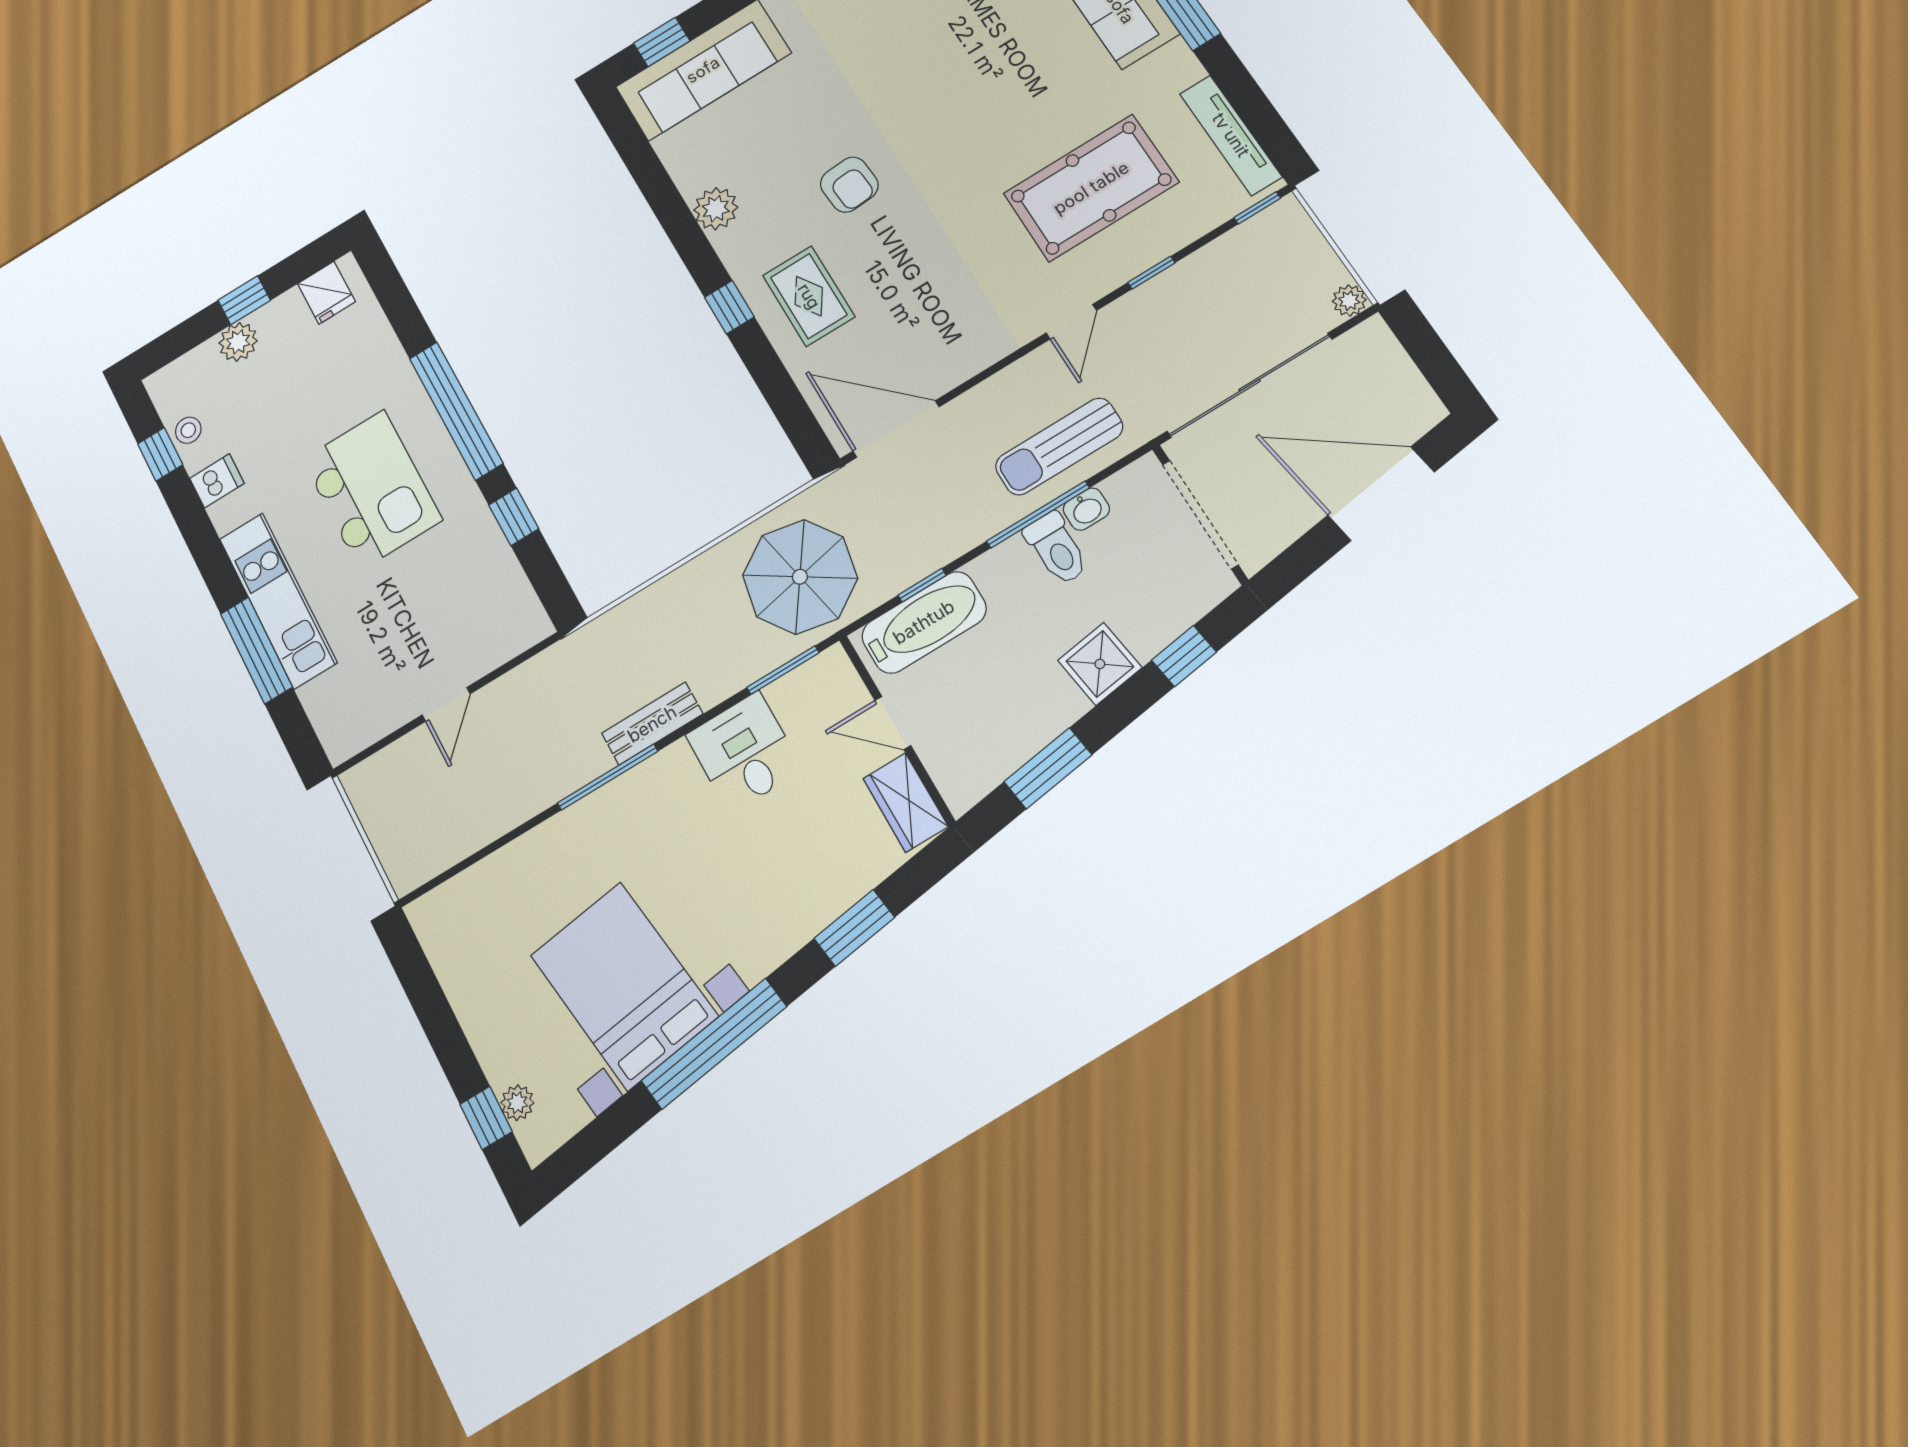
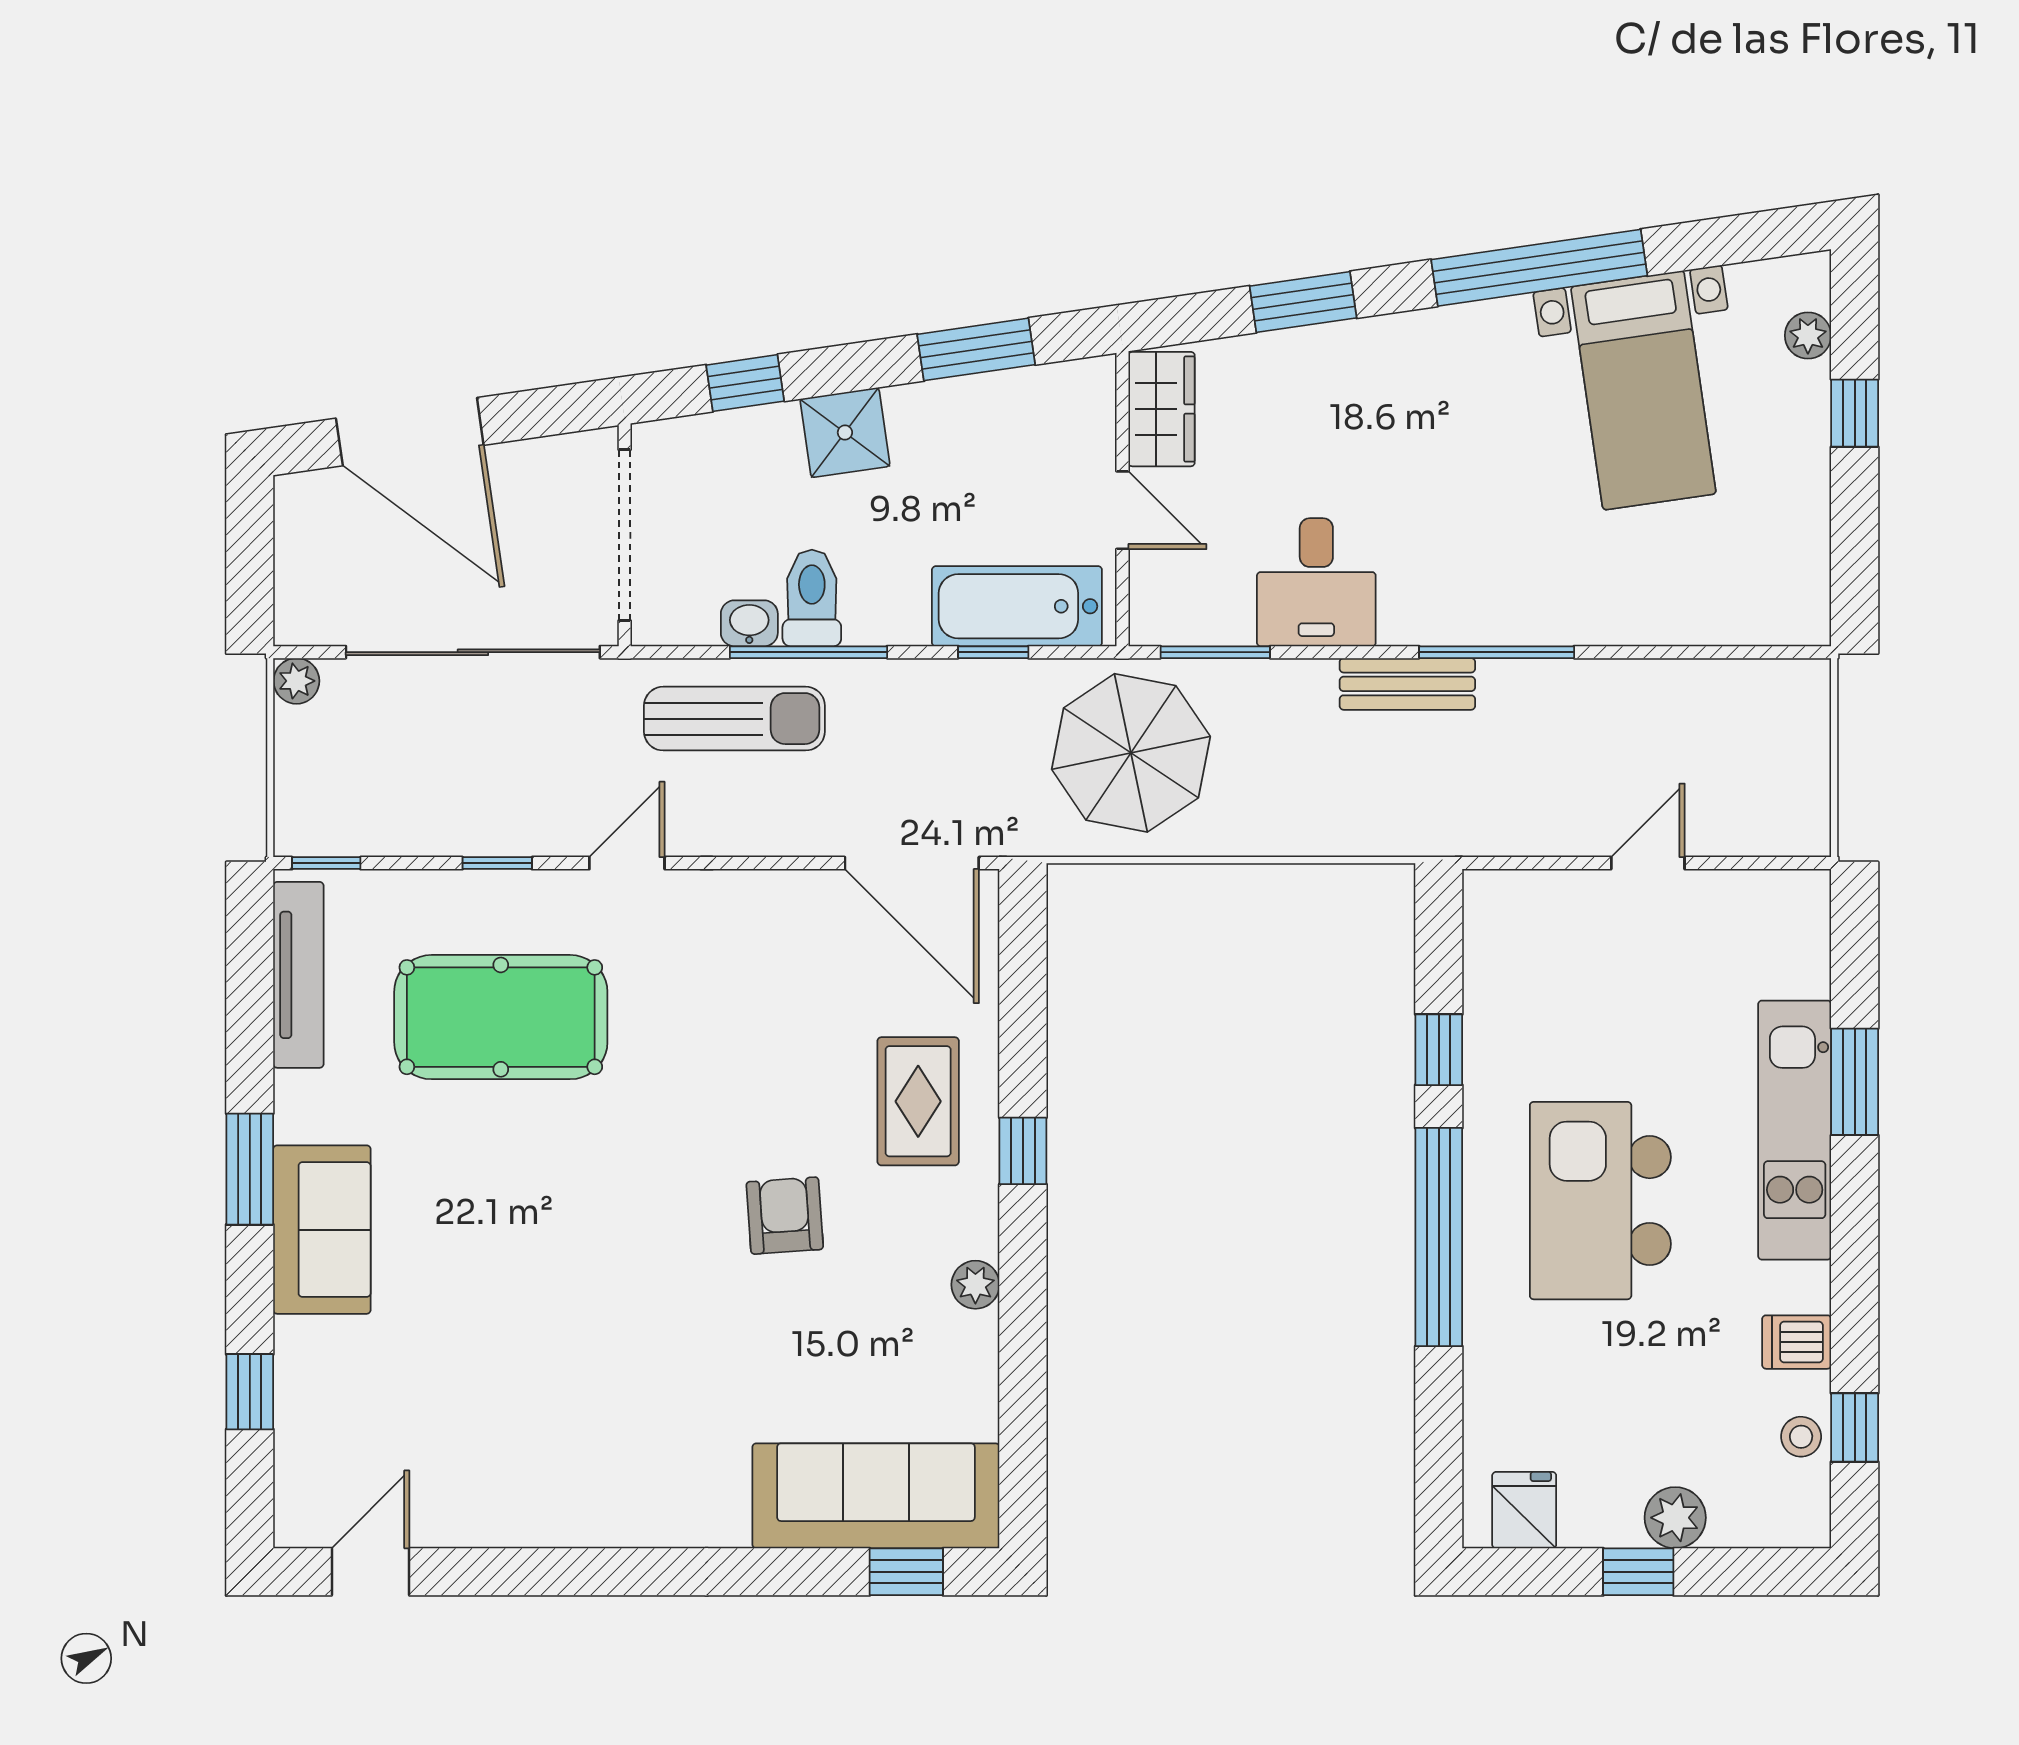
plant: (716, 209) -> (975, 1285), width x0.73, depth x0.73
window: (256, 650) -> (1855, 1082), width x0.69
bed with nightstands: (624, 986) -> (1643, 390), width x0.73
window: (486, 1118) -> (1855, 413), moved

